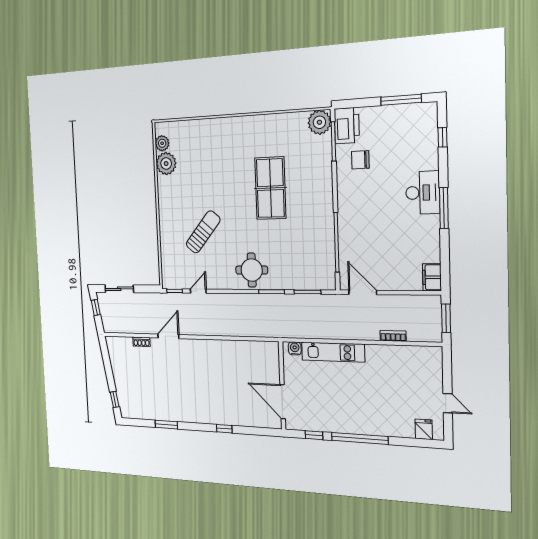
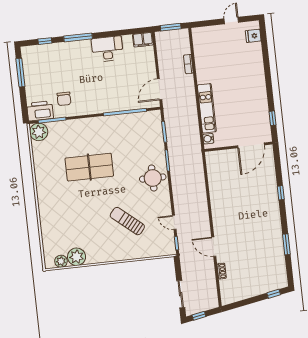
desk: (423, 193) -> (107, 49), moved
window: (444, 208) -> (78, 37), moved
window: (360, 438) -> (269, 83), removed

